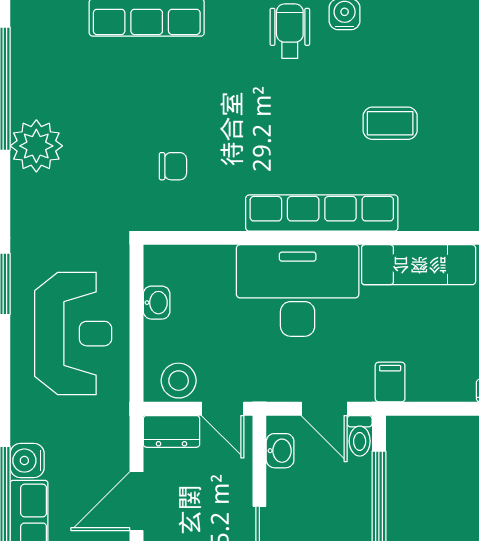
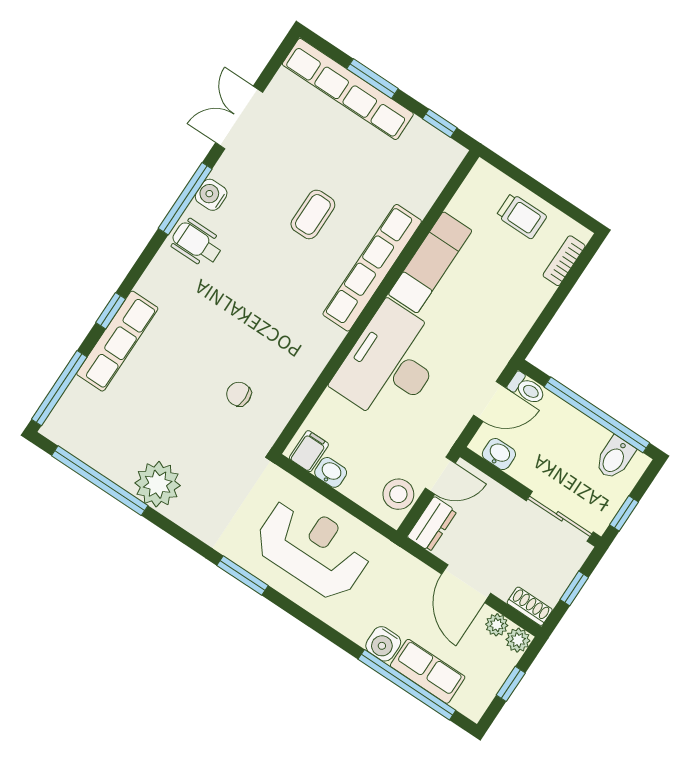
chair: (173, 166) -> (239, 394), turned -90
row of seats: (322, 213) -> (372, 268), moved
filing cabinet: (390, 382) -> (309, 451), moved, turned 90

